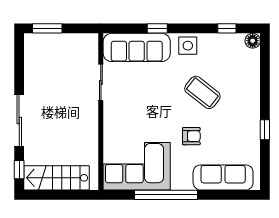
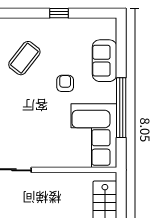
coffee table: (202, 92) -> (24, 58), moved
sofa: (223, 177) -> (105, 61), width x0.73

